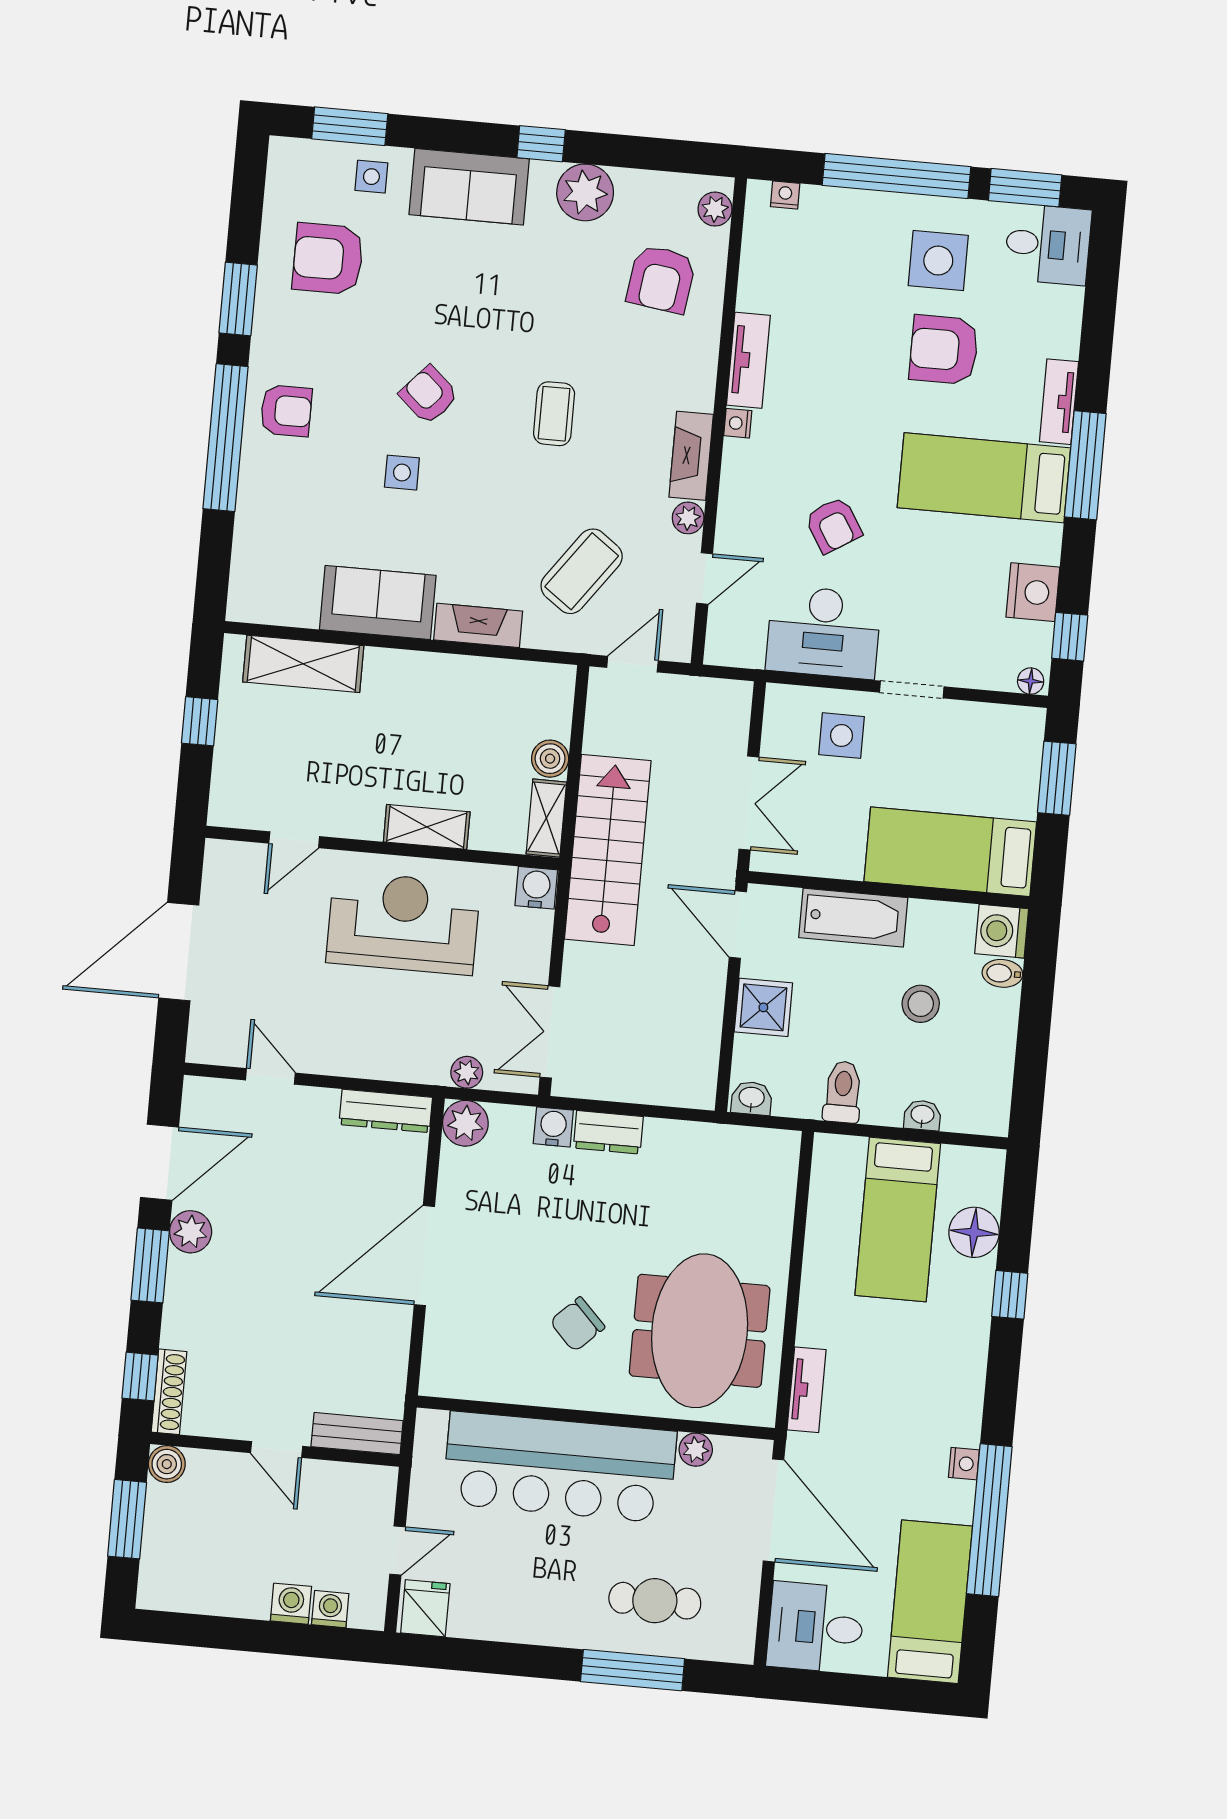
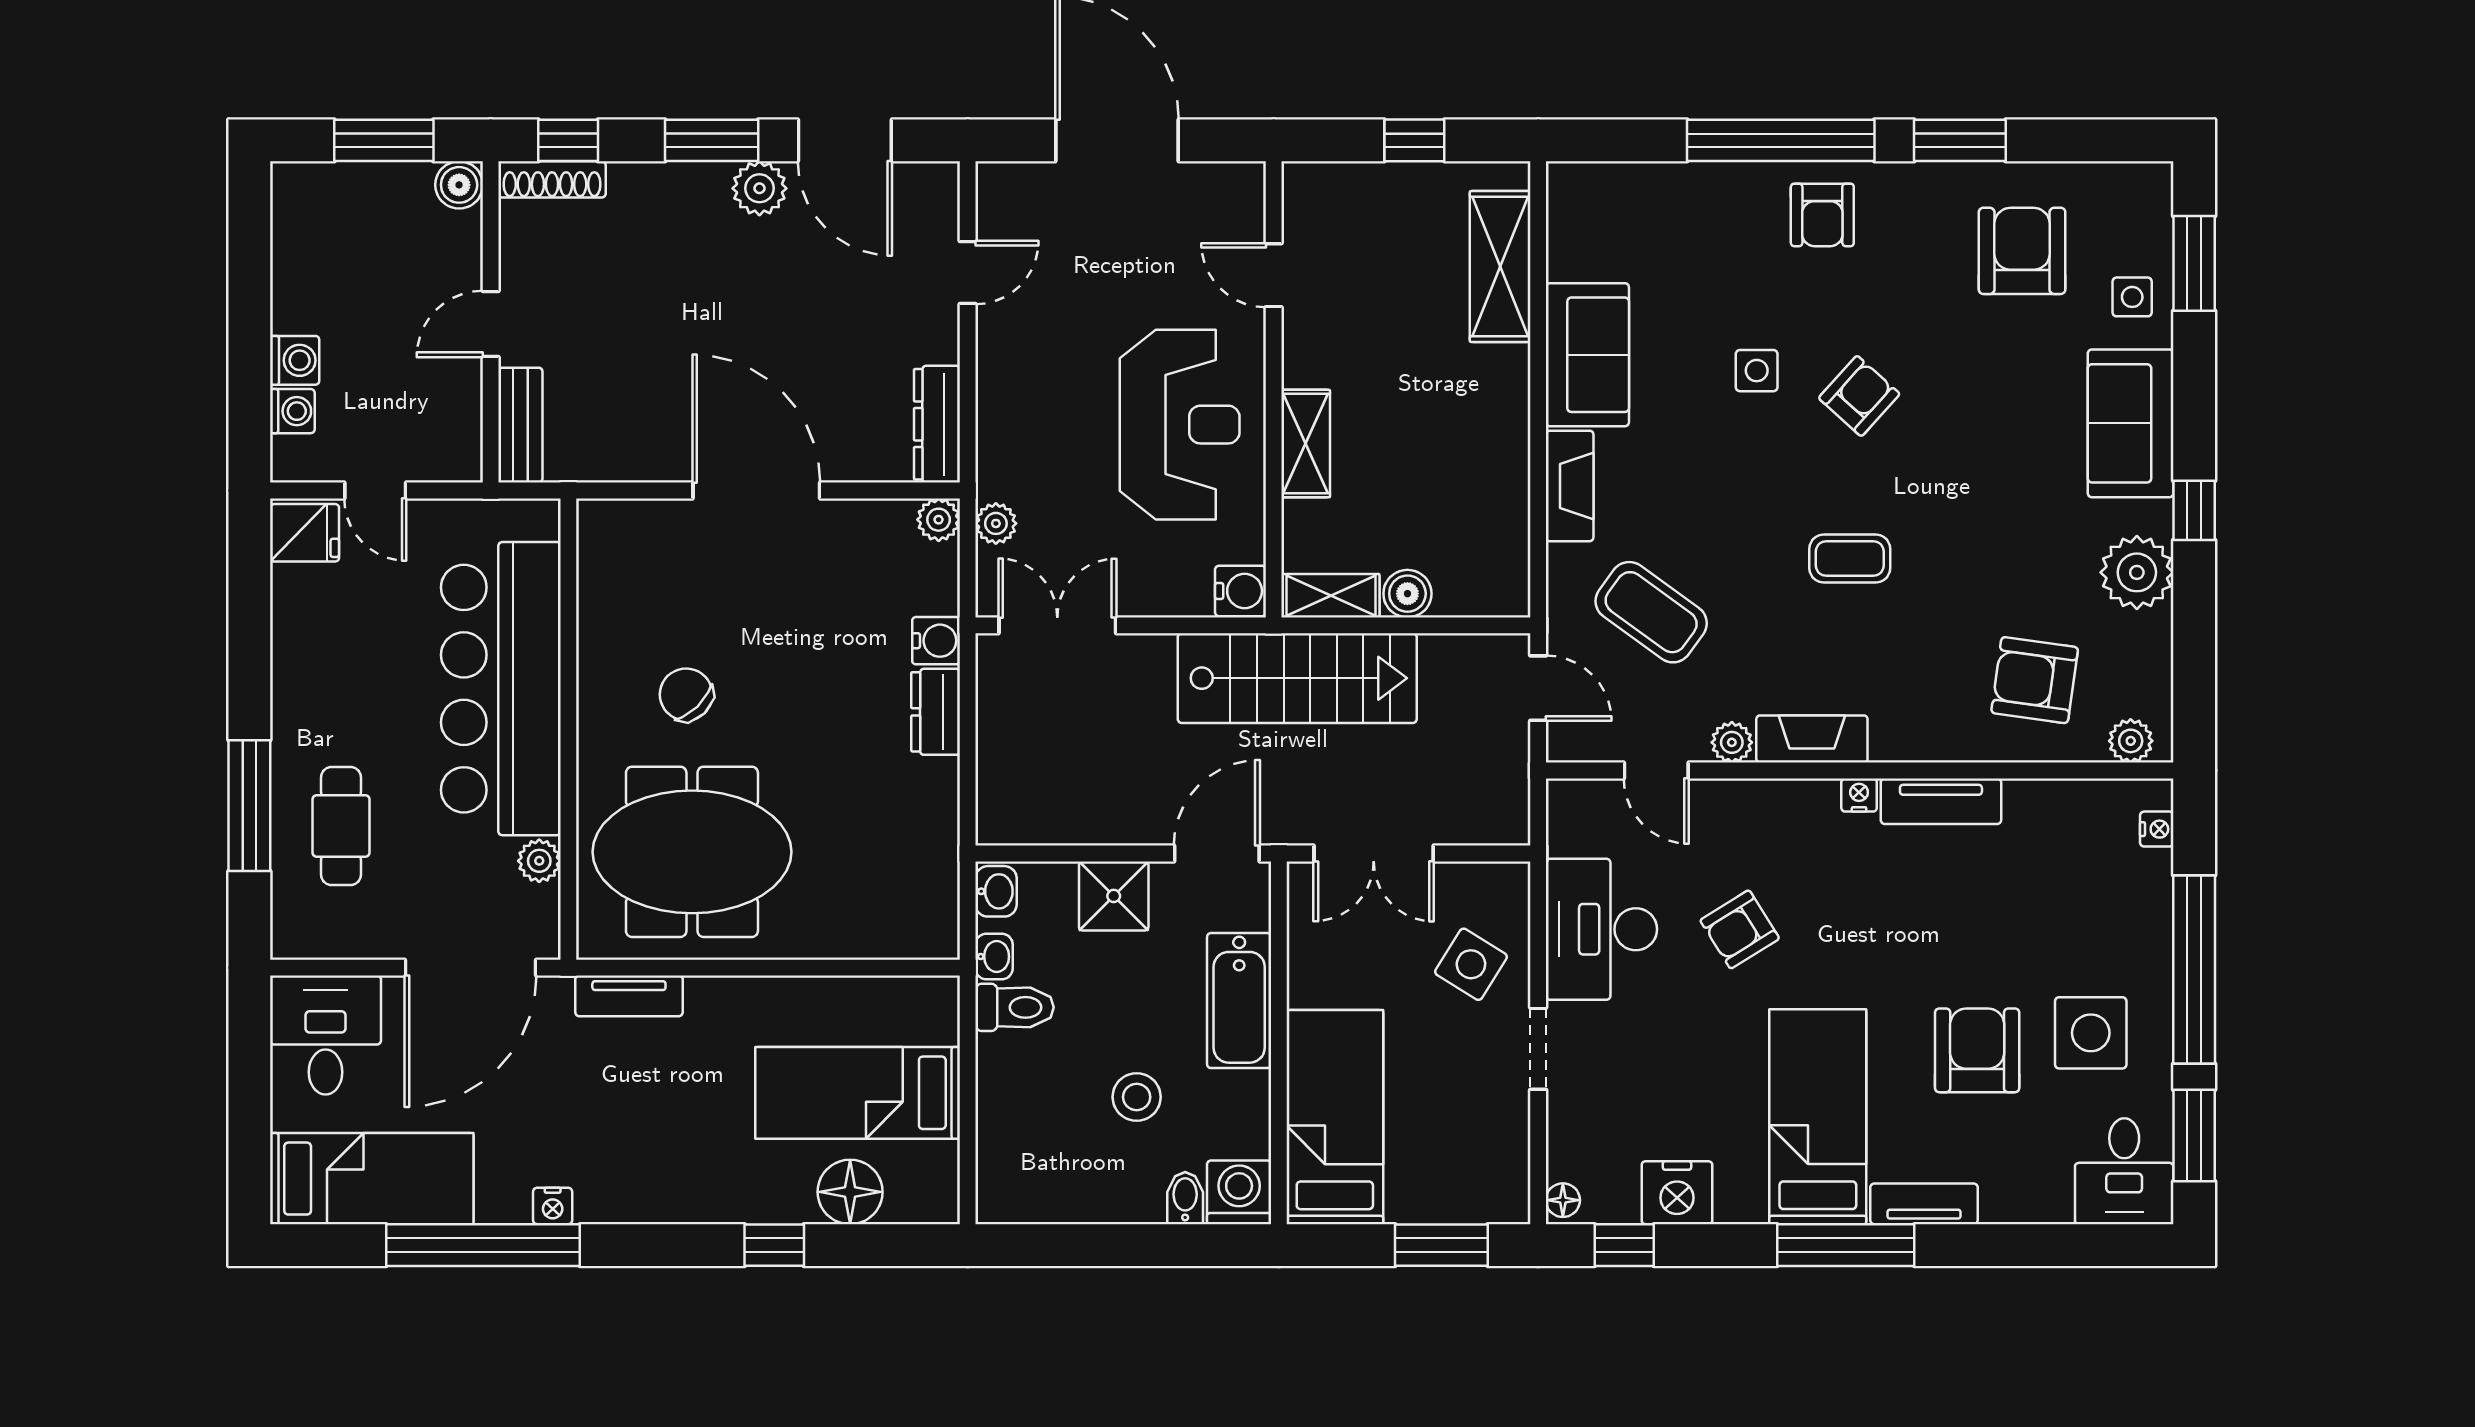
side table: (842, 736) -> (1471, 964), turned 32
washbasin: (922, 1115) -> (994, 957), moved
plant: (465, 1123) -> (939, 520), width x0.73, depth x0.73

